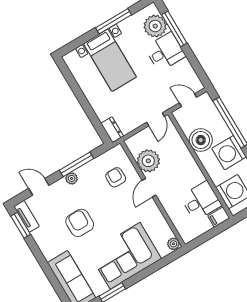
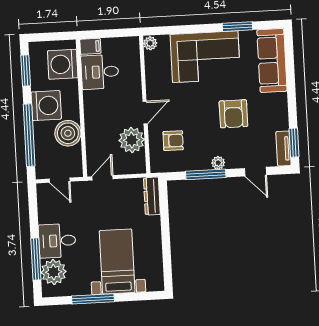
dresser: (112, 130) -> (152, 196), width x1.44
armchair: (116, 177) -> (173, 141), turned -89

